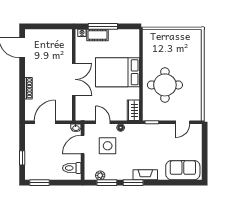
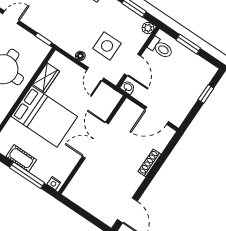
cot: (97, 35) -> (21, 158), moved
wardrobe: (133, 110) -> (46, 78), moved
door: (83, 145) -> (133, 65), hinge flipped
plant: (100, 175) -> (148, 28), moved
window: (39, 183) -> (188, 44), moved

